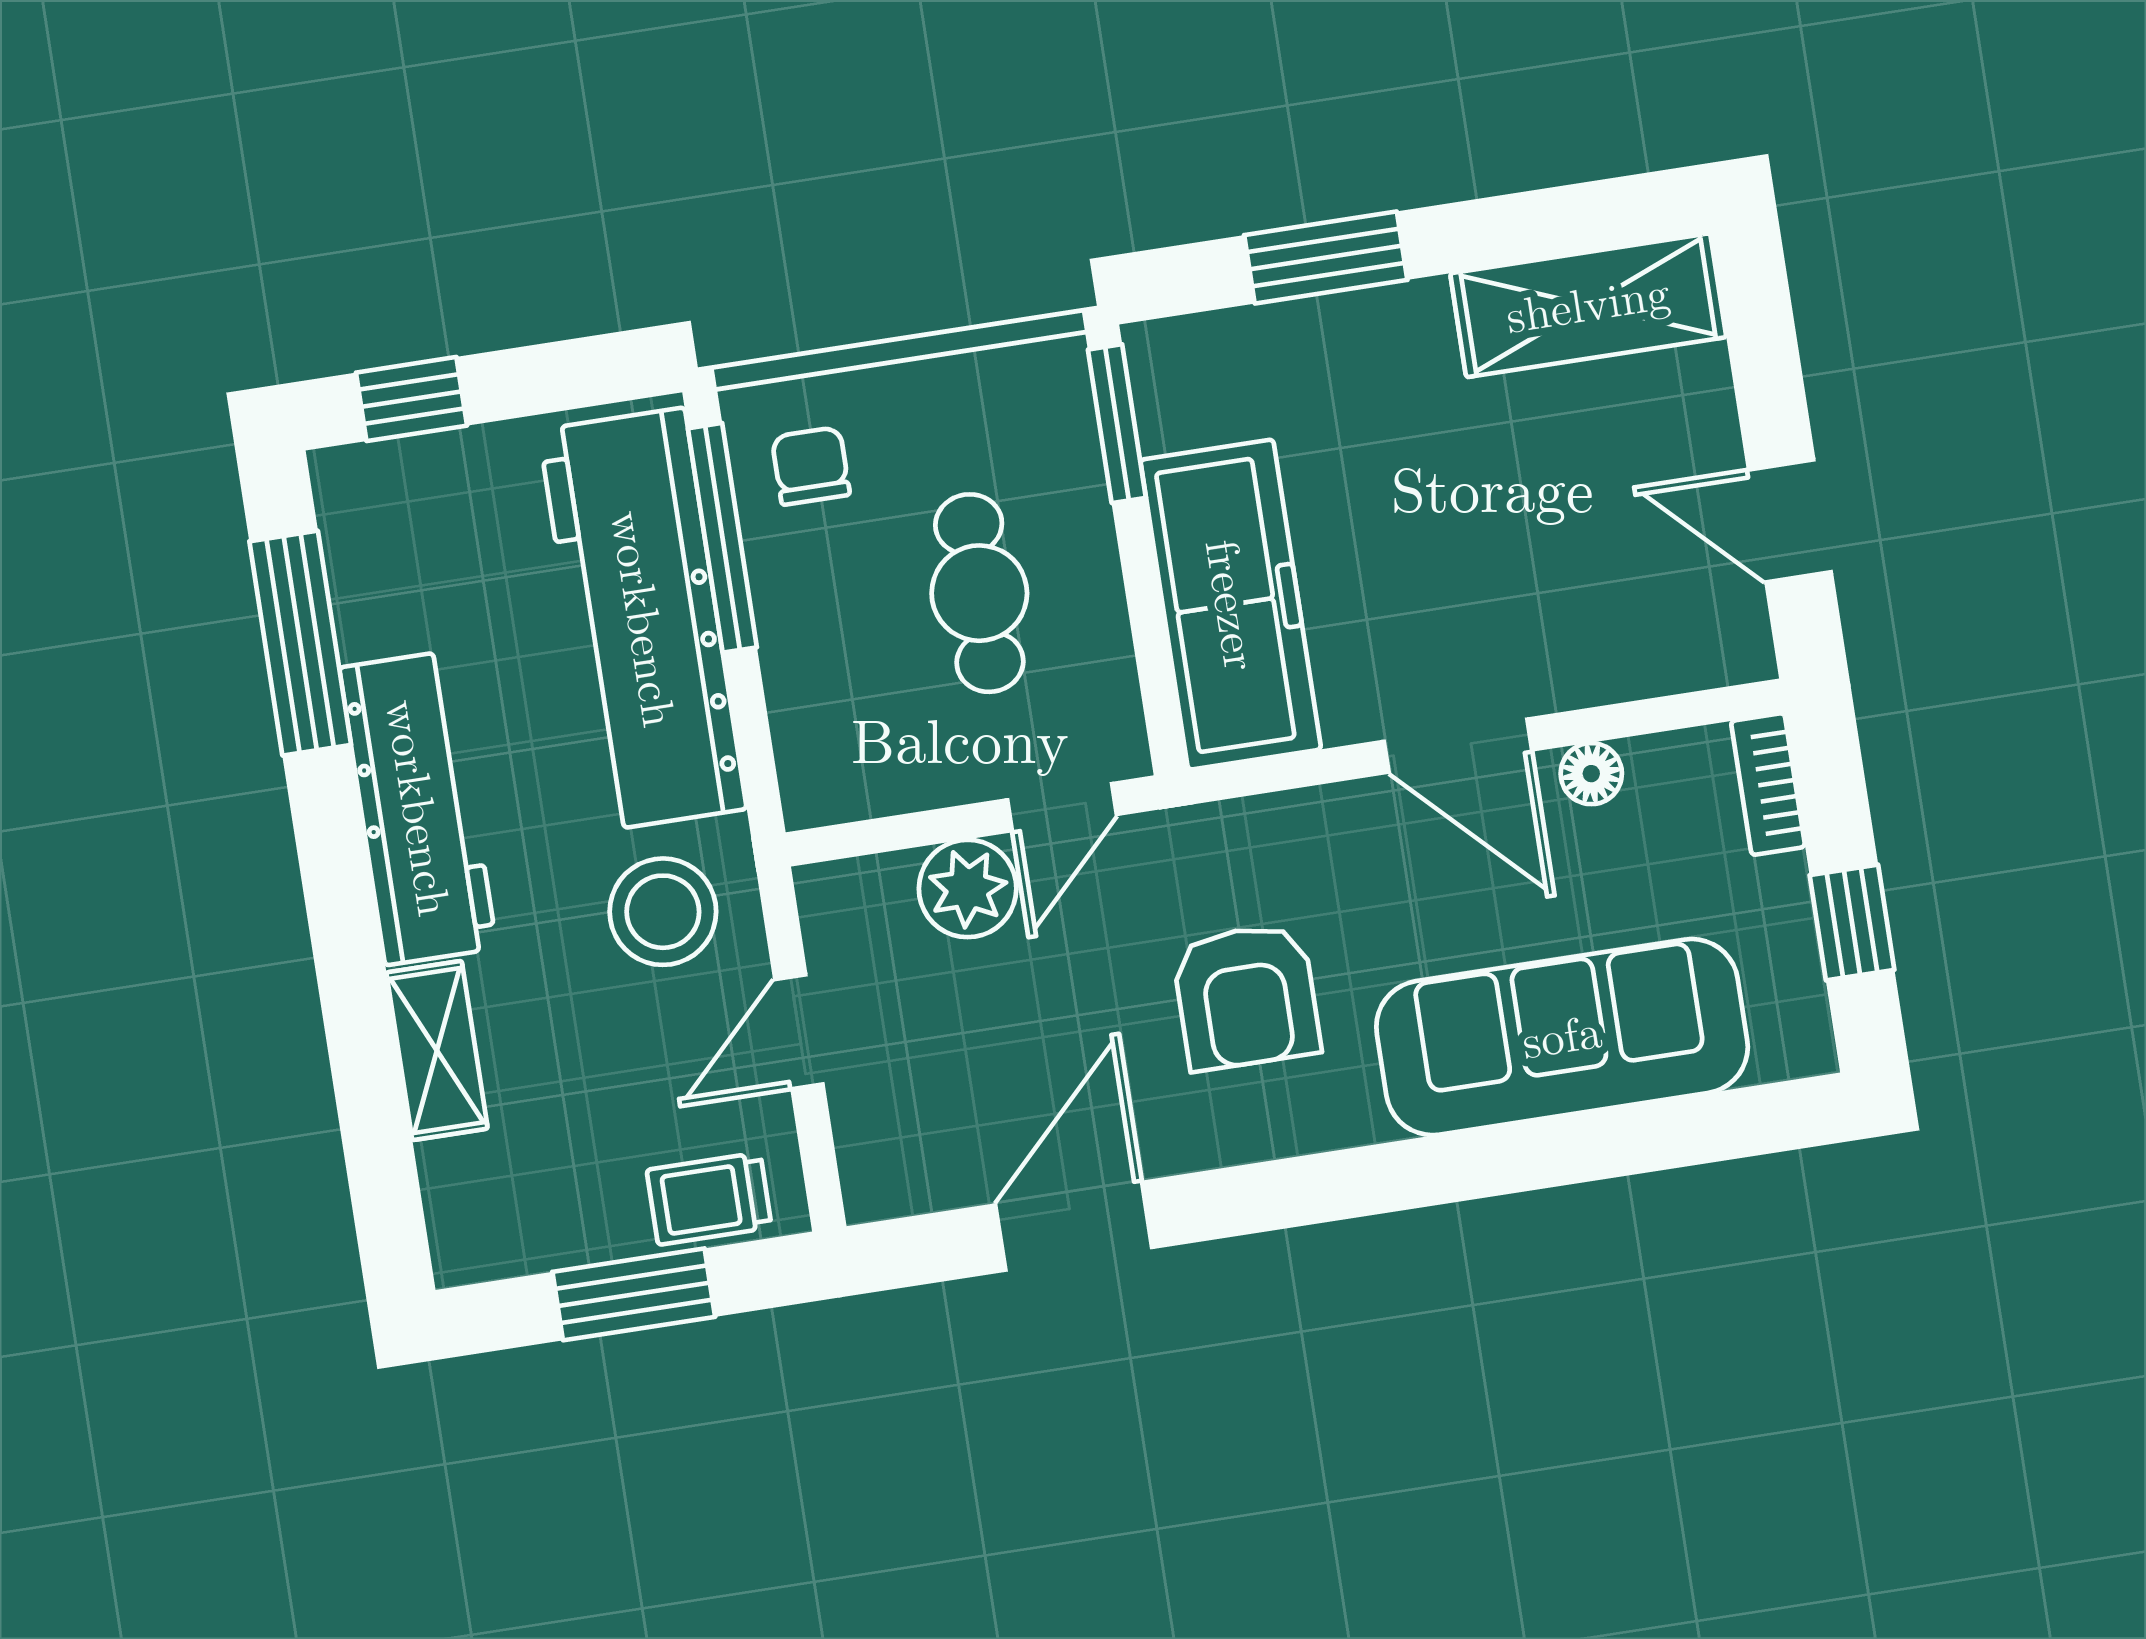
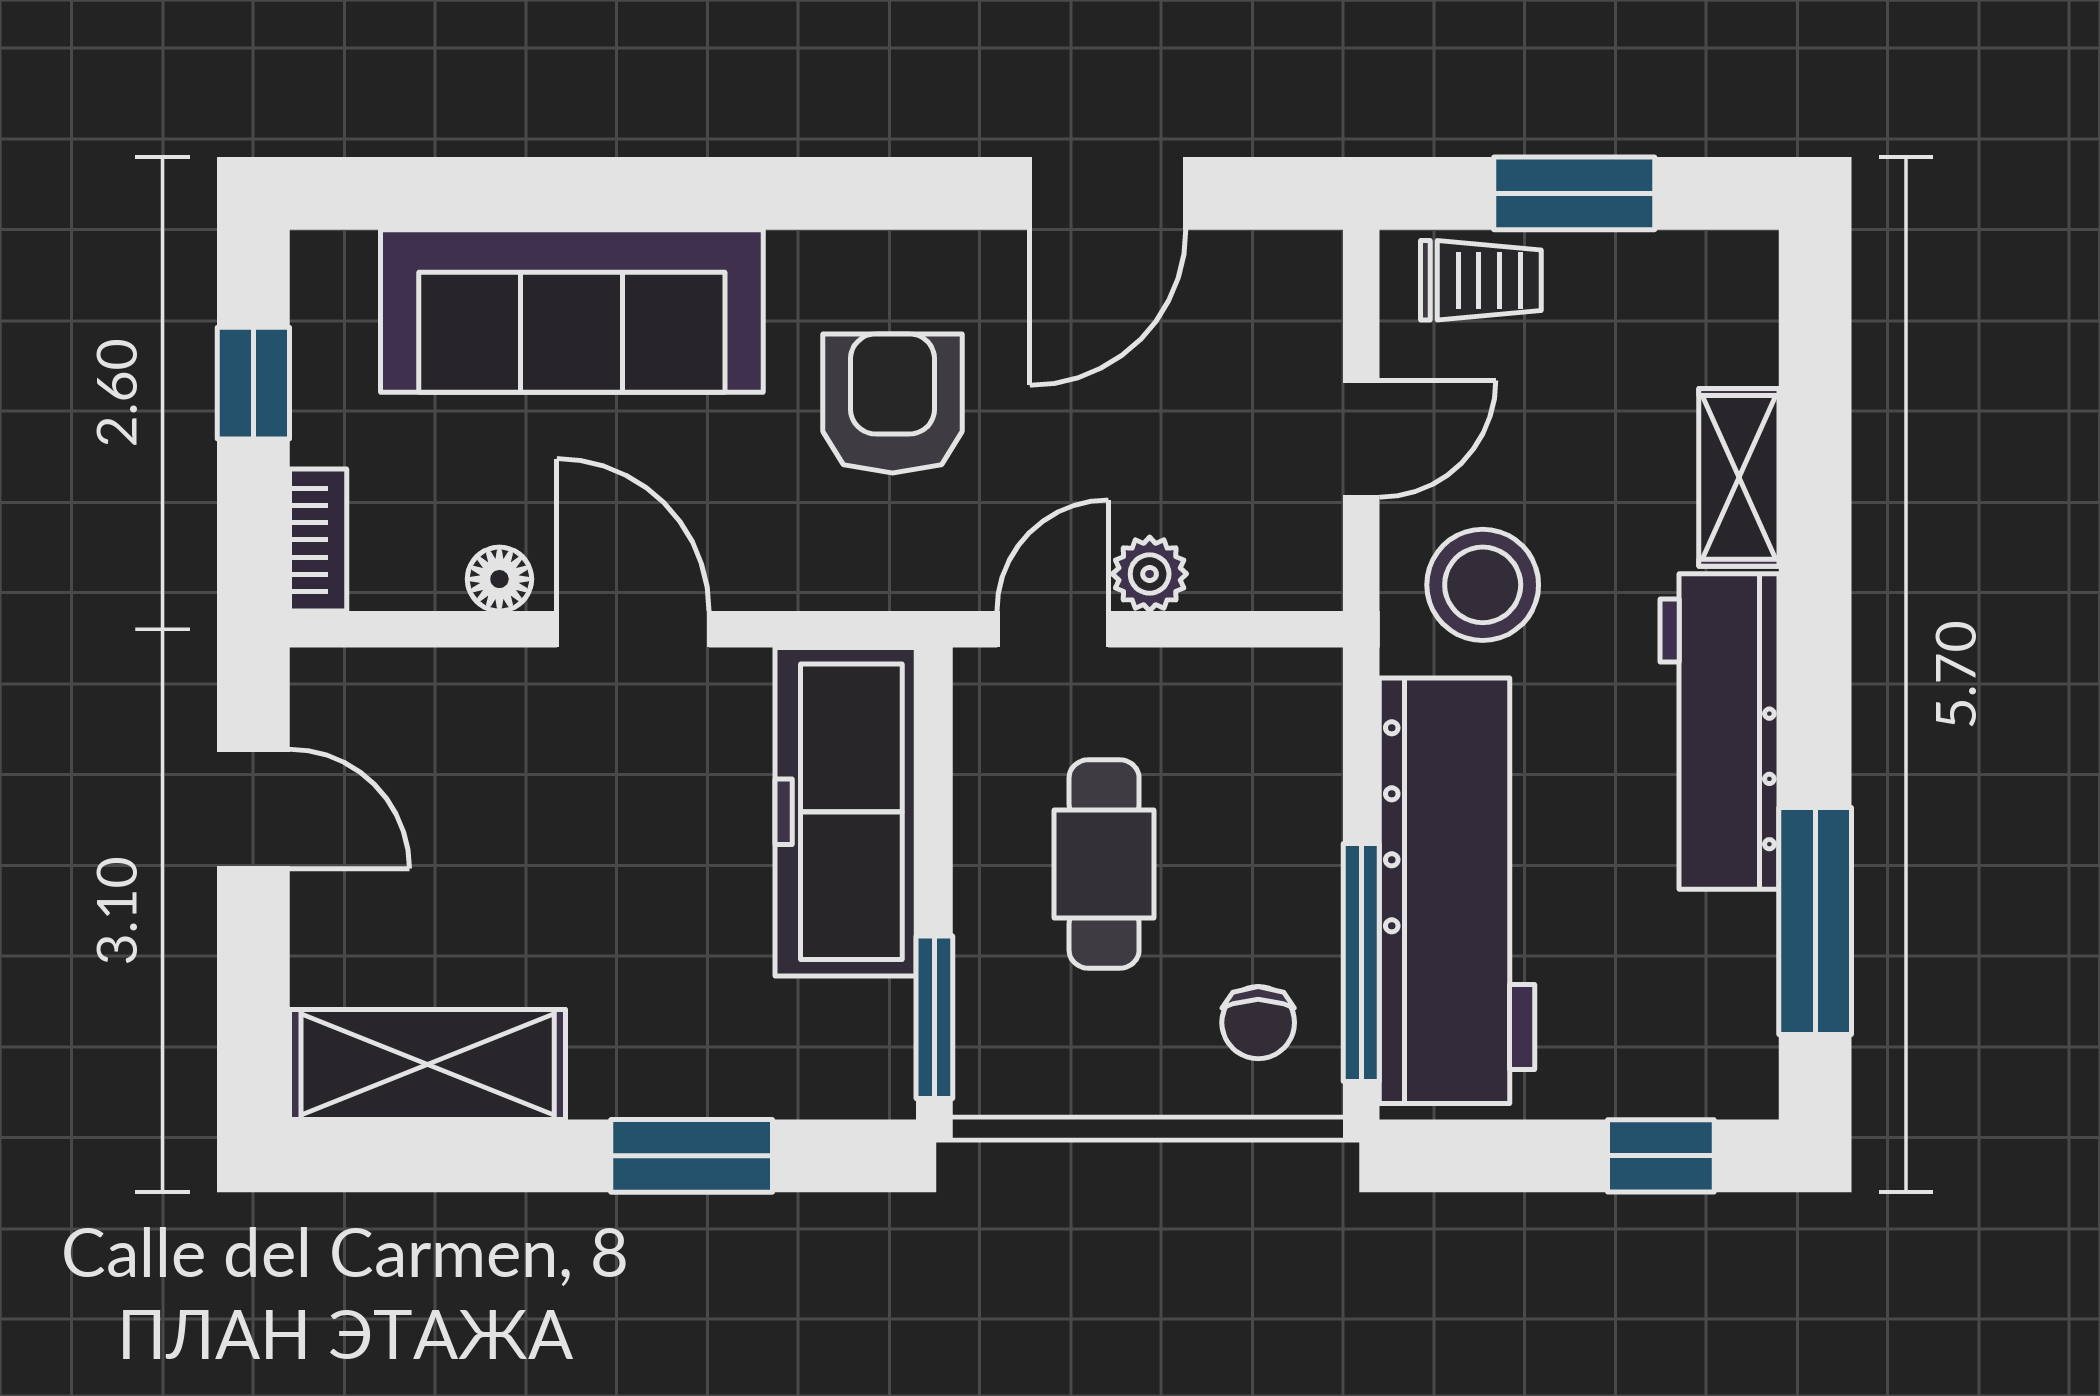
plant: (968, 889) -> (1150, 574), width x0.73, depth x0.73

